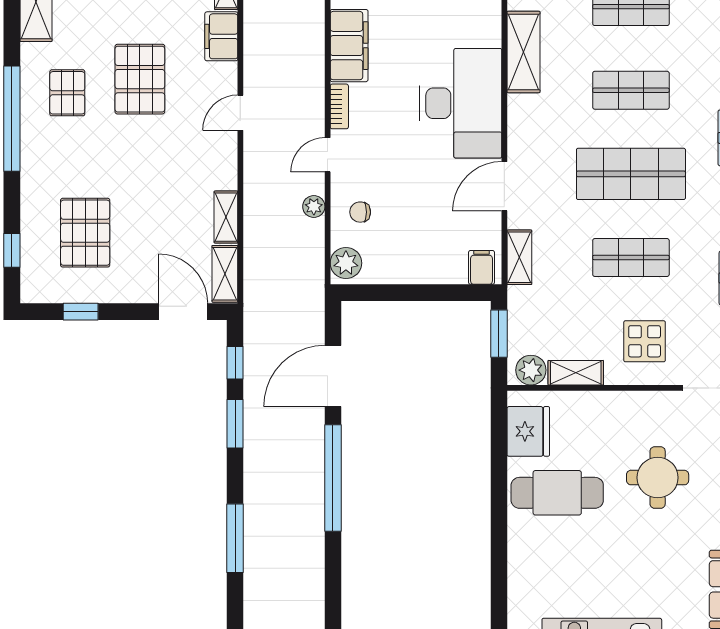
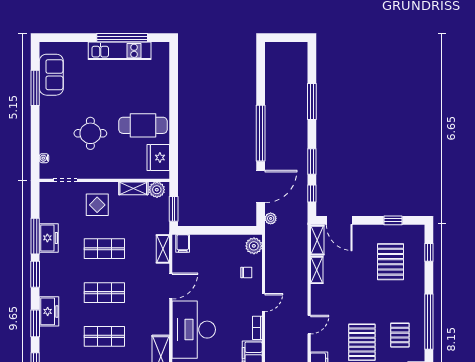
shop shelf: (631, 174) -> (104, 293), width x0.70, depth x0.74
plant: (314, 207) -> (271, 218), moved

